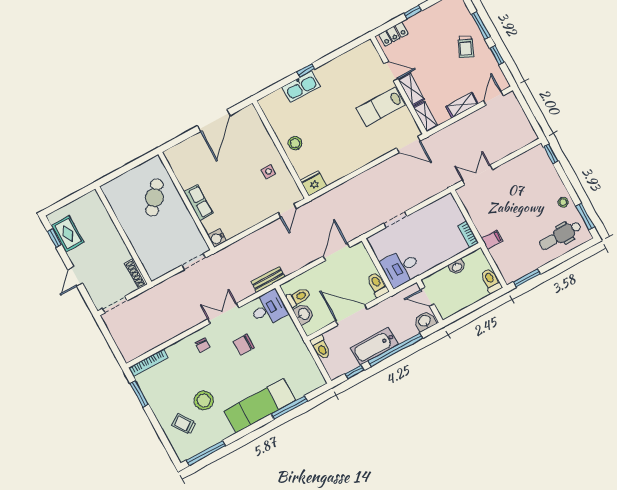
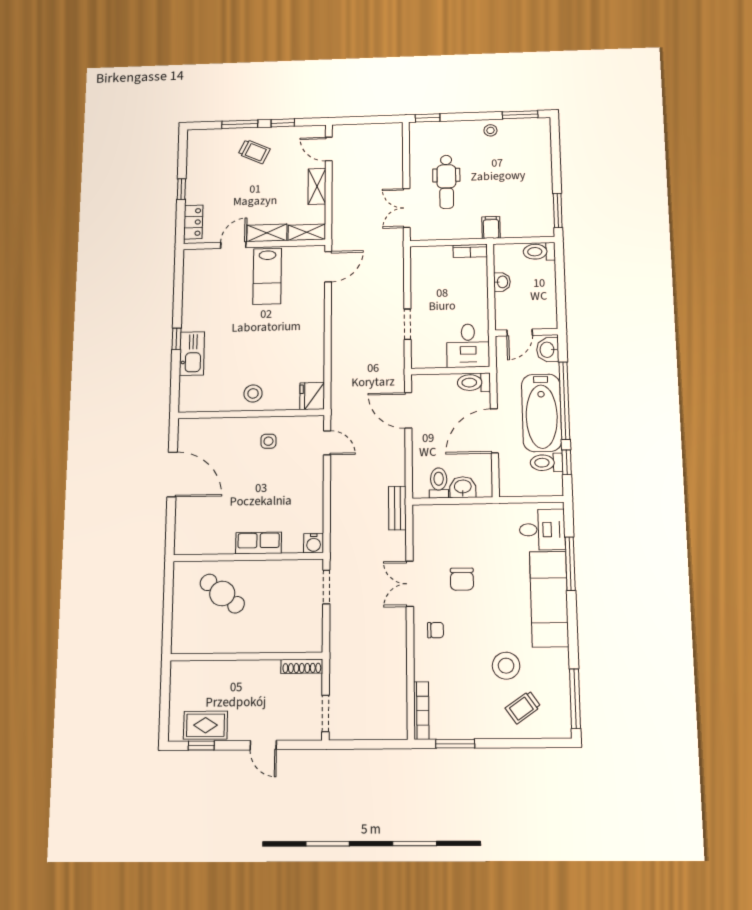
dental chair: (560, 236) -> (446, 182), moved
desk: (268, 308) -> (542, 530), moved, turned 90
bathtub: (374, 346) -> (542, 413), width x1.36, depth x1.36
toilet: (321, 347) -> (546, 463), moved, turned 180

